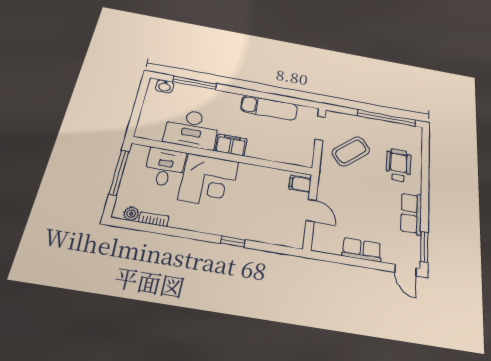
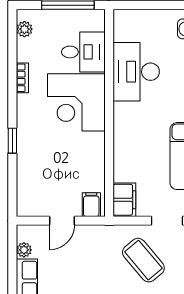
filing cabinet: (231, 145) -> (124, 200), moved
bookcase: (154, 219) -> (22, 78), moved
plant: (334, 248) -> (24, 250), added

